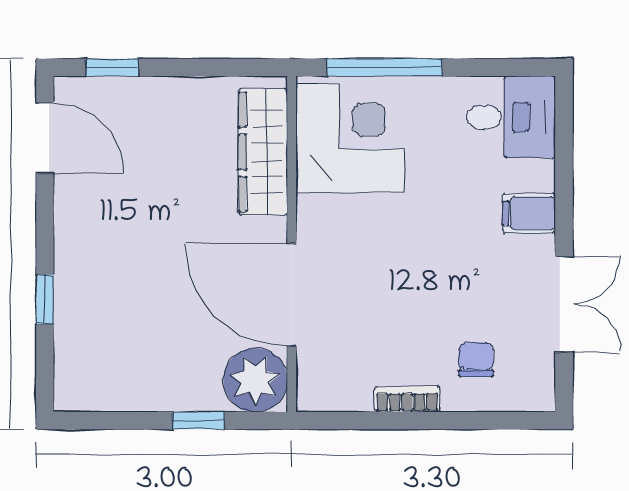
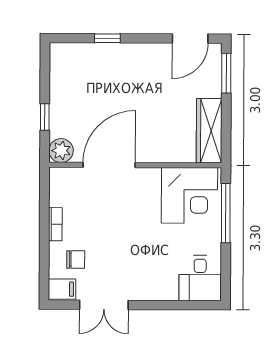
window: (112, 67) -> (226, 73), width x1.50
wardrobe: (263, 152) -> (209, 131), moved, turned -90
filing cabinet: (529, 213) -> (62, 289), moved, turned 90
plant: (255, 380) -> (61, 151), width x0.73, depth x0.73

